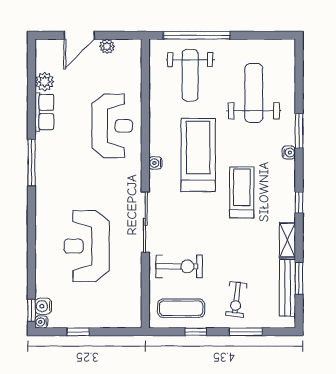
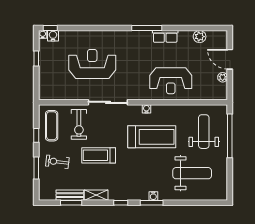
weight bench: (190, 75) -> (204, 132), turned 90
row of seats: (44, 112) -> (165, 36), moved
window: (299, 131) -> (152, 203), moved
treadmill: (242, 192) -> (99, 155), moved, turned 180
bench: (287, 288) -> (70, 195), width x0.73

